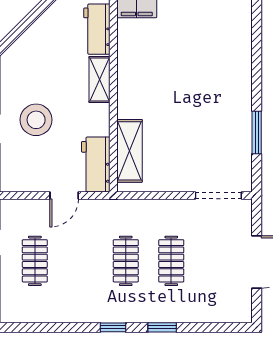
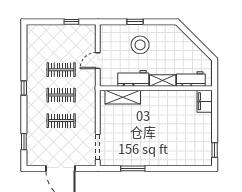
workbench: (96, 164) -> (133, 78), moved
door: (64, 195) -> (98, 61), hinge flipped
clothes rail: (35, 261) -> (61, 70), moved
window: (162, 327) -> (24, 142), moved

